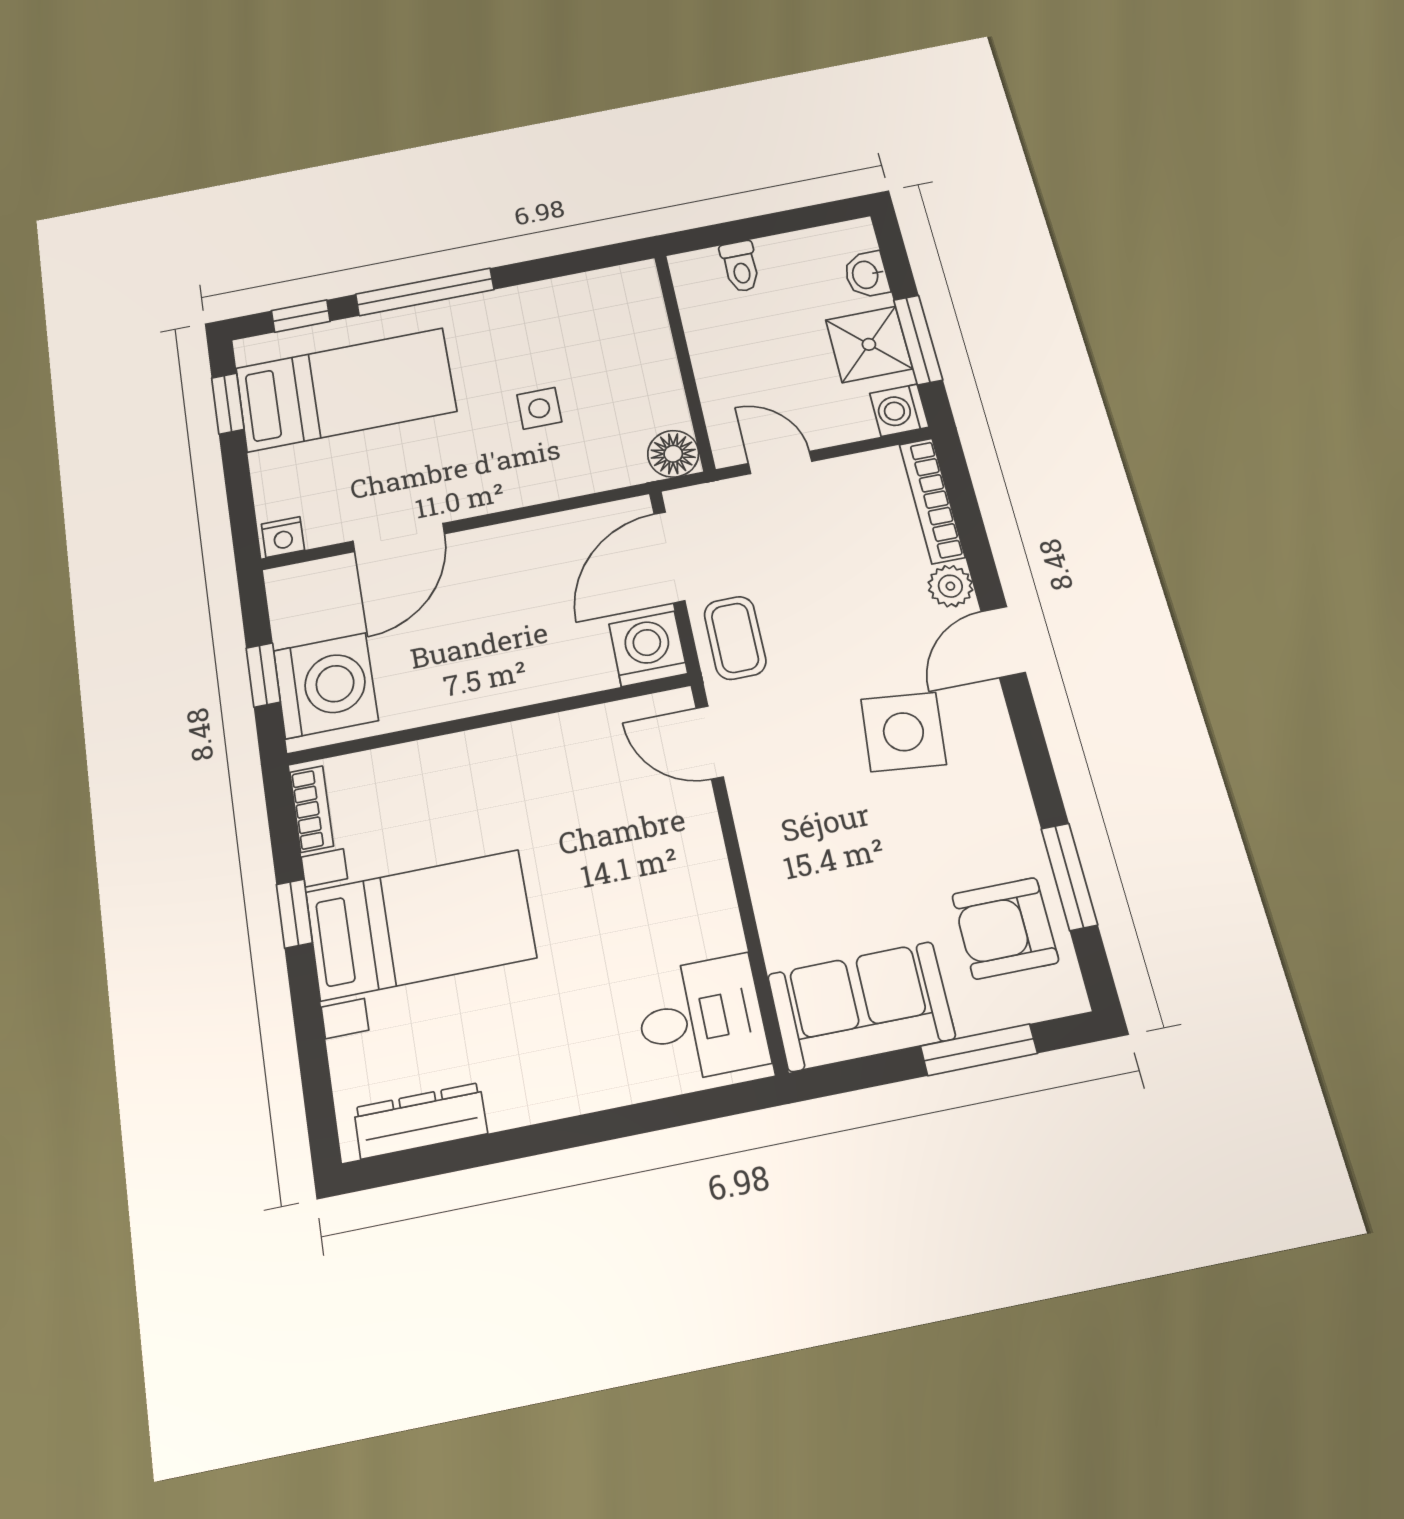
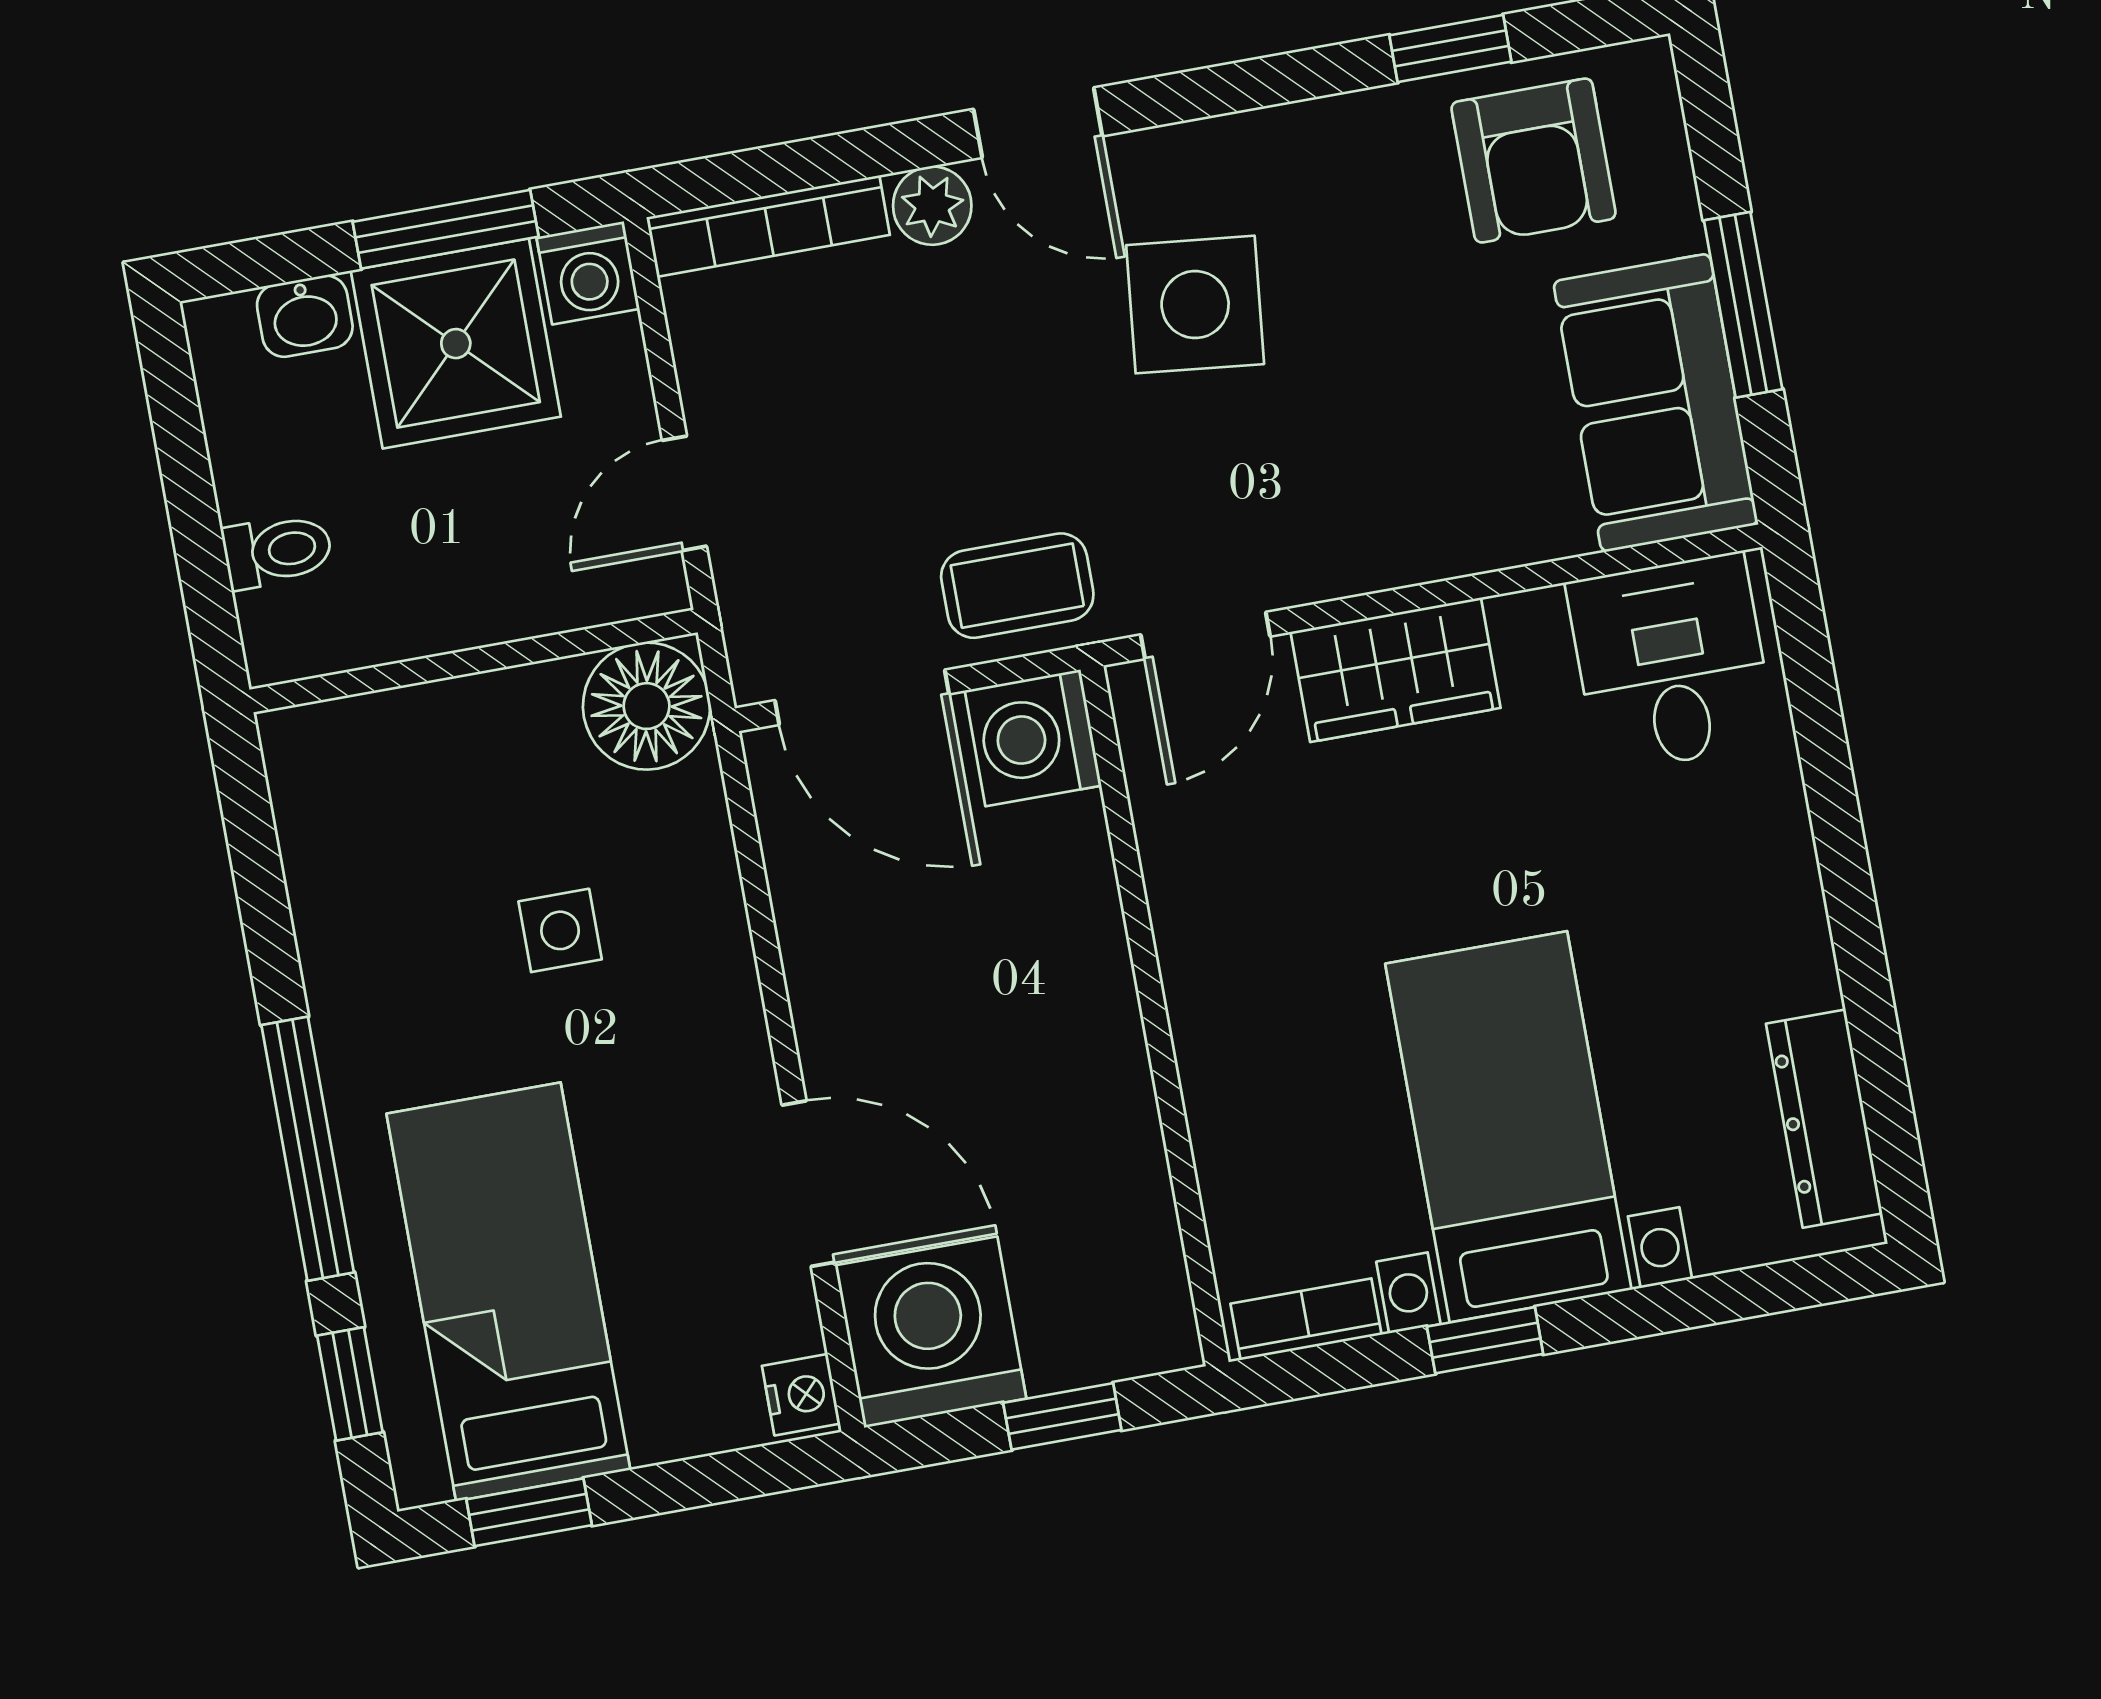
shower: (869, 344) -> (456, 344), width x1.36, depth x1.36
floor lamp: (673, 454) -> (647, 706), width x1.38, depth x1.38
washing machine: (326, 686) -> (931, 1332), moved
wardrobe: (692, 852) -> (1395, 670), added
window: (1069, 877) -> (1450, 48), width x0.67
window: (979, 1050) -> (1743, 305), moved

